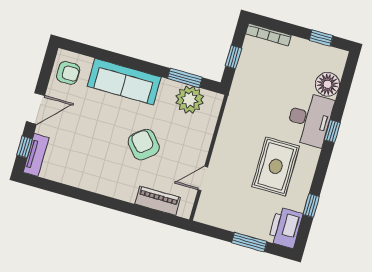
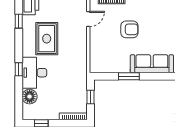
window: (185, 78) -> (129, 76), moved
plant: (190, 100) -> (110, 64), removed
armchair: (144, 145) -> (129, 29), turned -50

